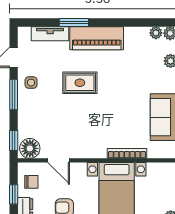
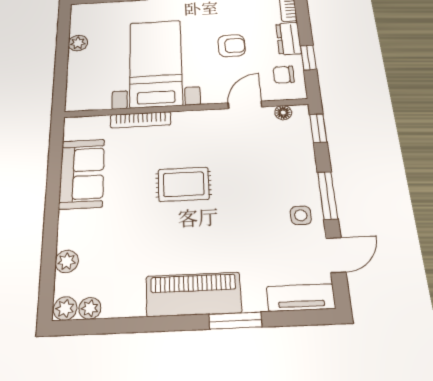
tv unit: (50, 34) -> (301, 298), moved
rug: (80, 83) -> (184, 184), moved
floor lamp: (30, 148) -> (283, 113), width x0.53, depth x0.53
door: (59, 160) -> (245, 105), hinge flipped

